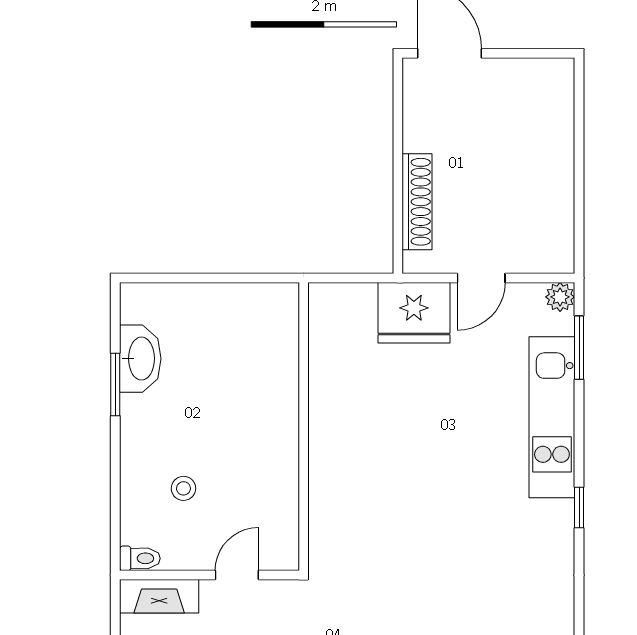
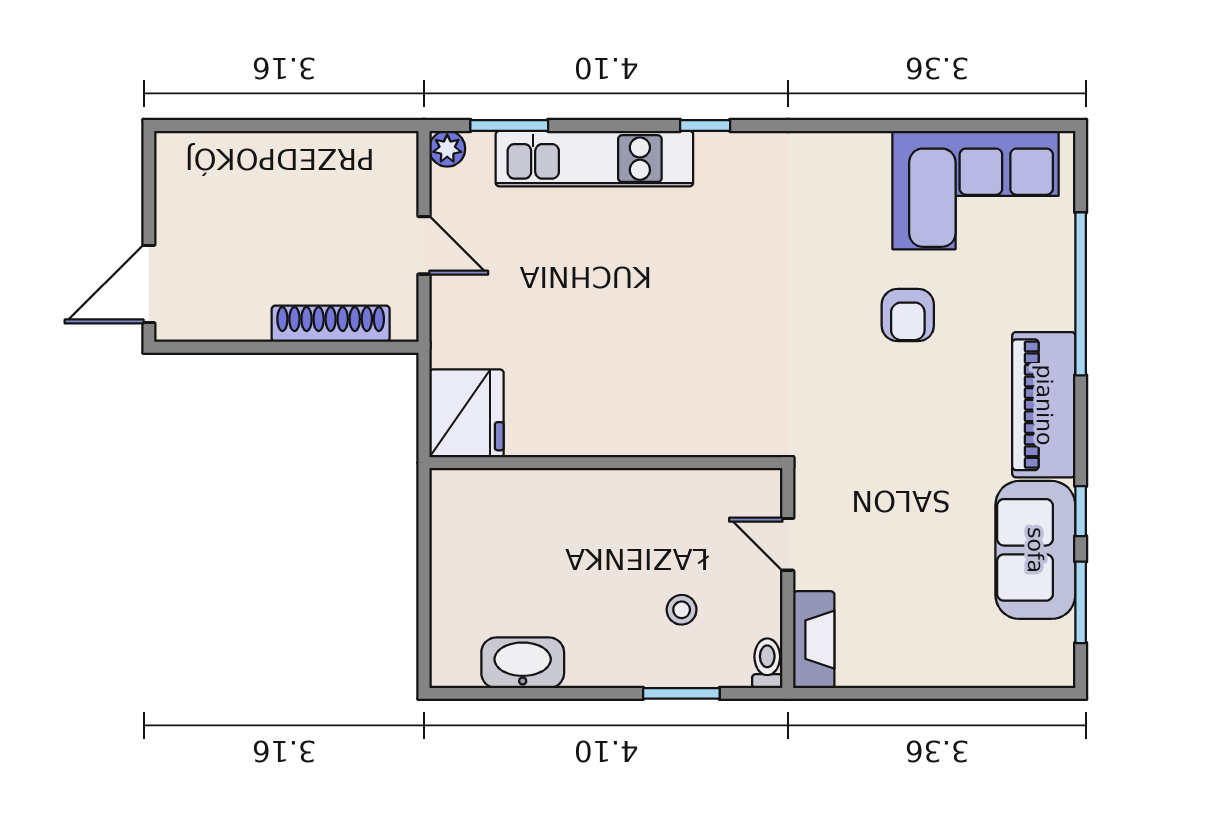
fridge: (414, 313) -> (466, 413), moved
window: (115, 385) -> (681, 693), moved

